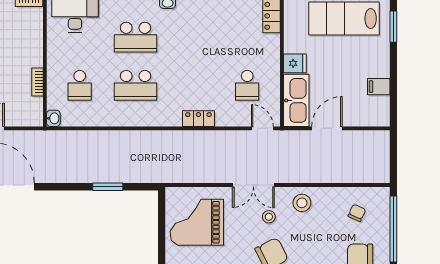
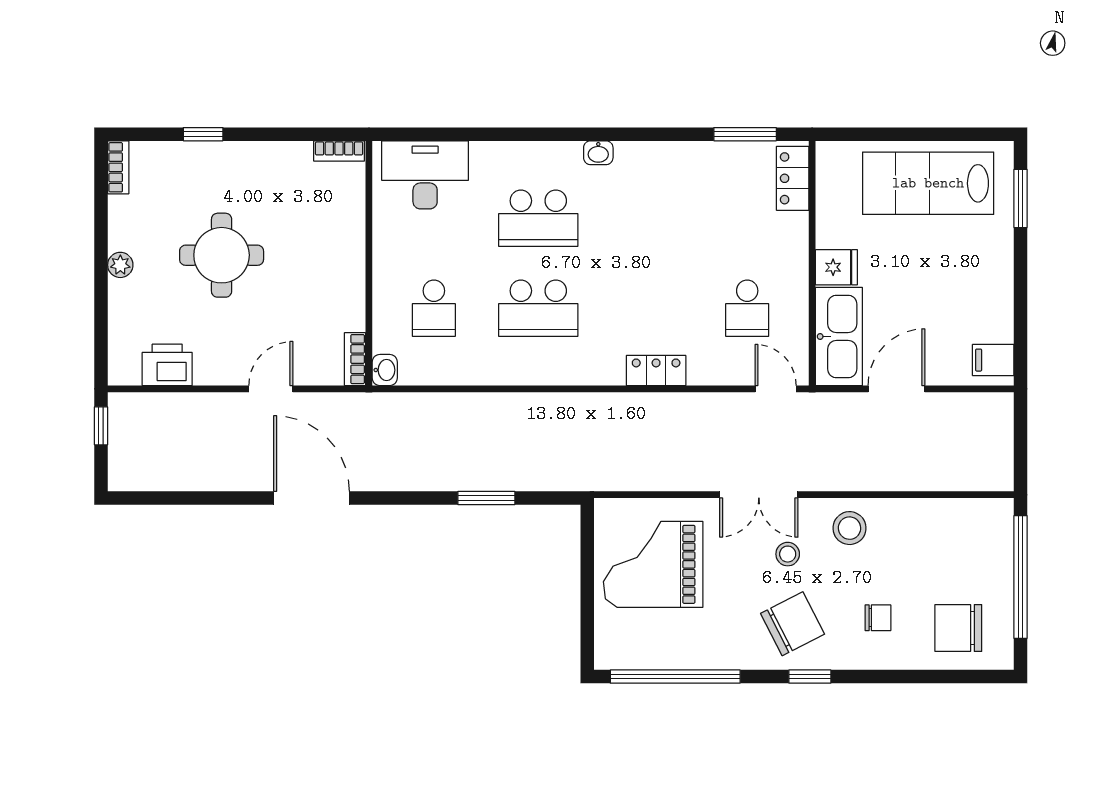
bookcase: (38, 82) -> (355, 359), moved
filing cabinet: (379, 87) -> (993, 360), moved
chair: (357, 213) -> (878, 618), moved, turned 65

